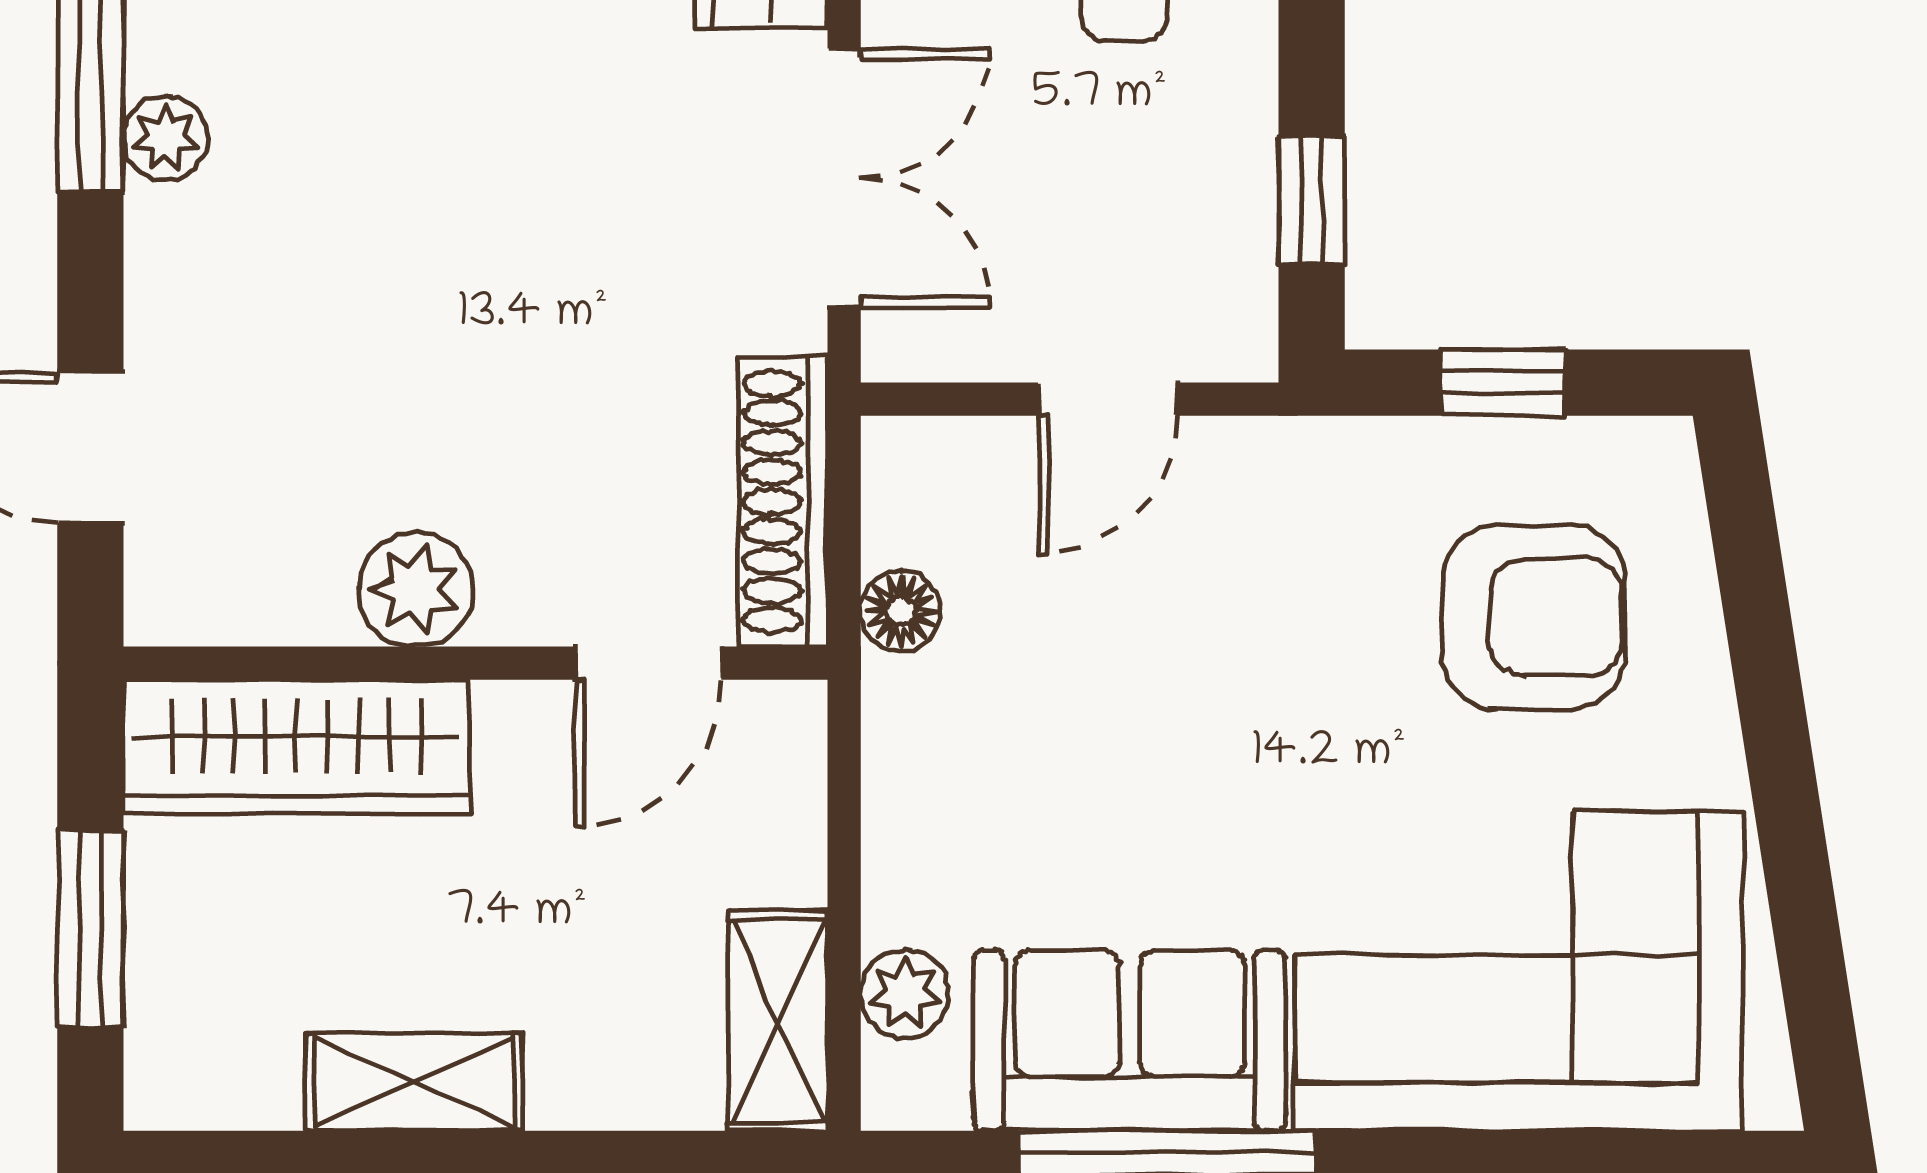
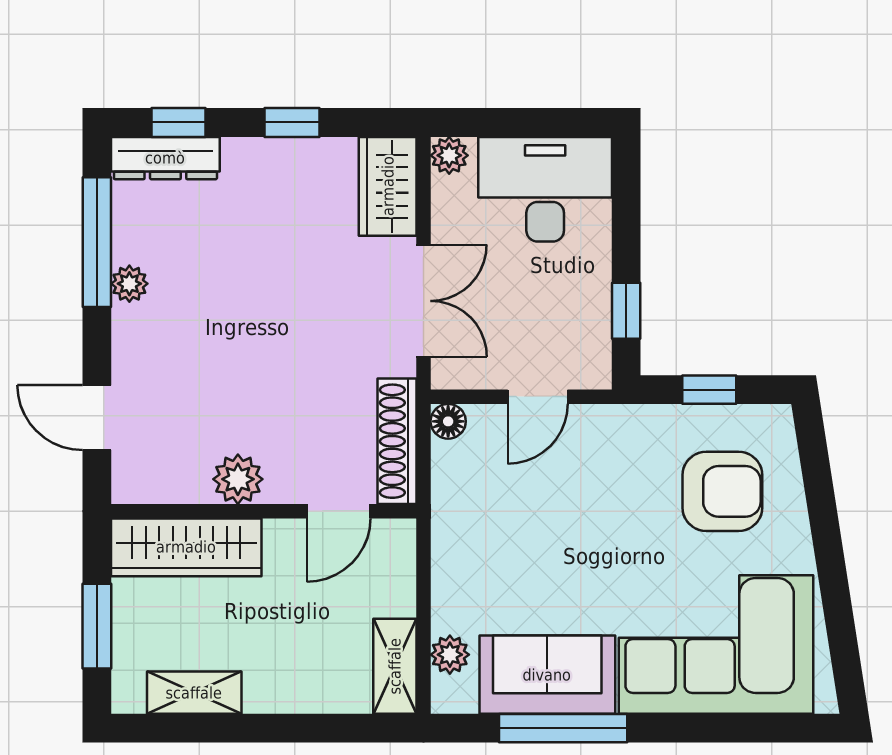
floor lamp: (901, 611) -> (448, 421), moved
shelving: (414, 1082) -> (194, 693), moved

